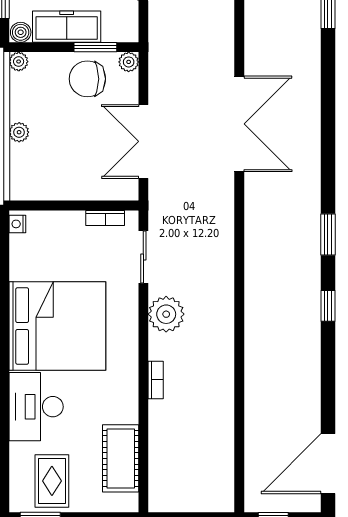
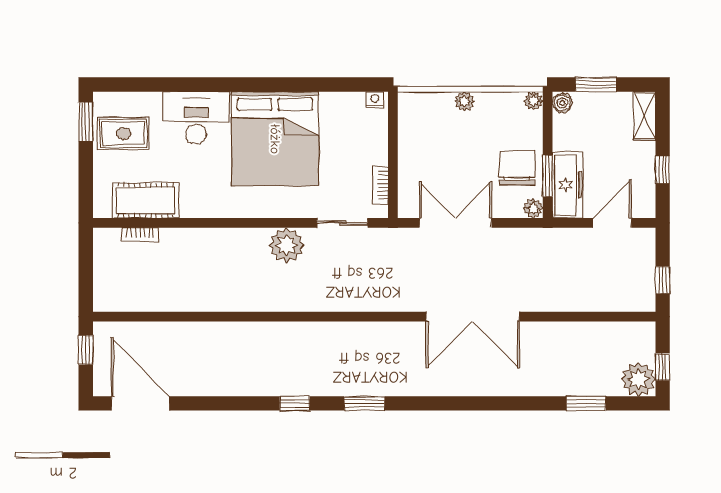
freezer: (67, 27) -> (568, 185), moved
bookcase: (156, 380) -> (140, 235), moved

